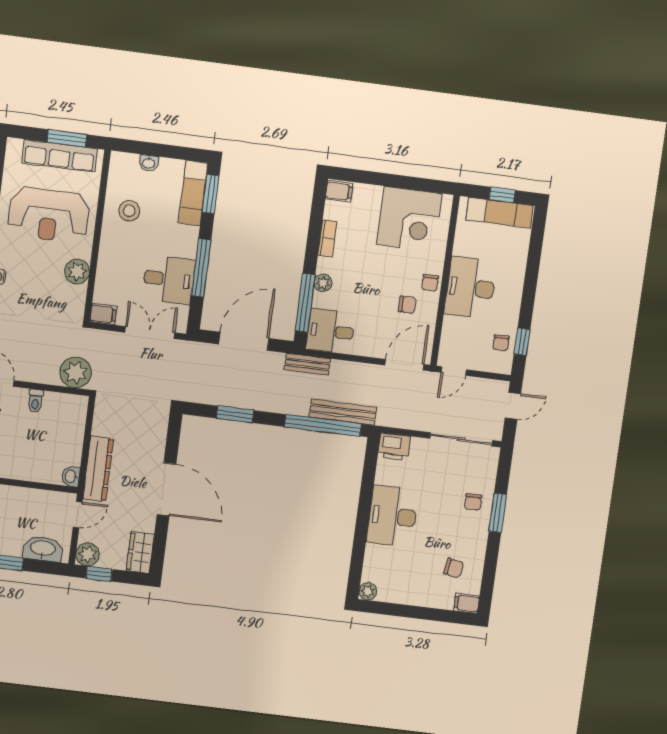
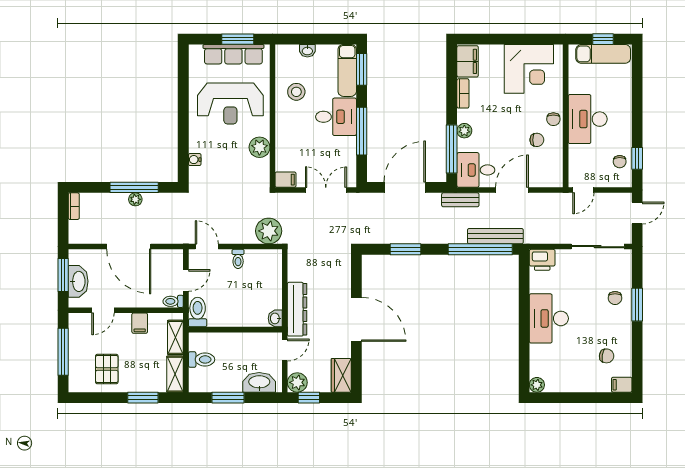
filing cabinet: (339, 191) -> (468, 61), width x2.00
desk: (169, 279) -> (336, 117), moved
door: (404, 365) -> (512, 190), moved

